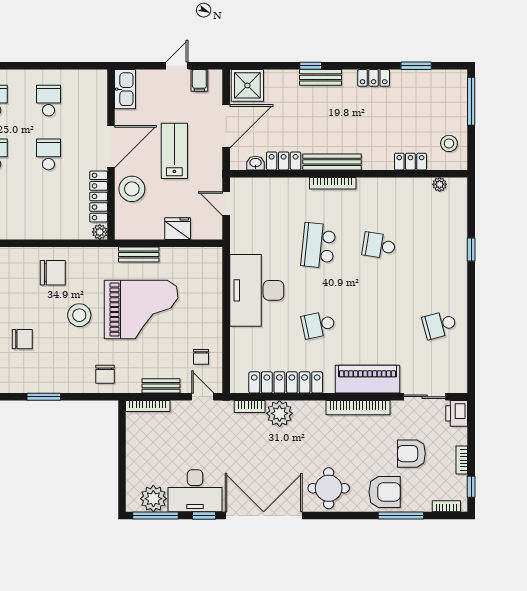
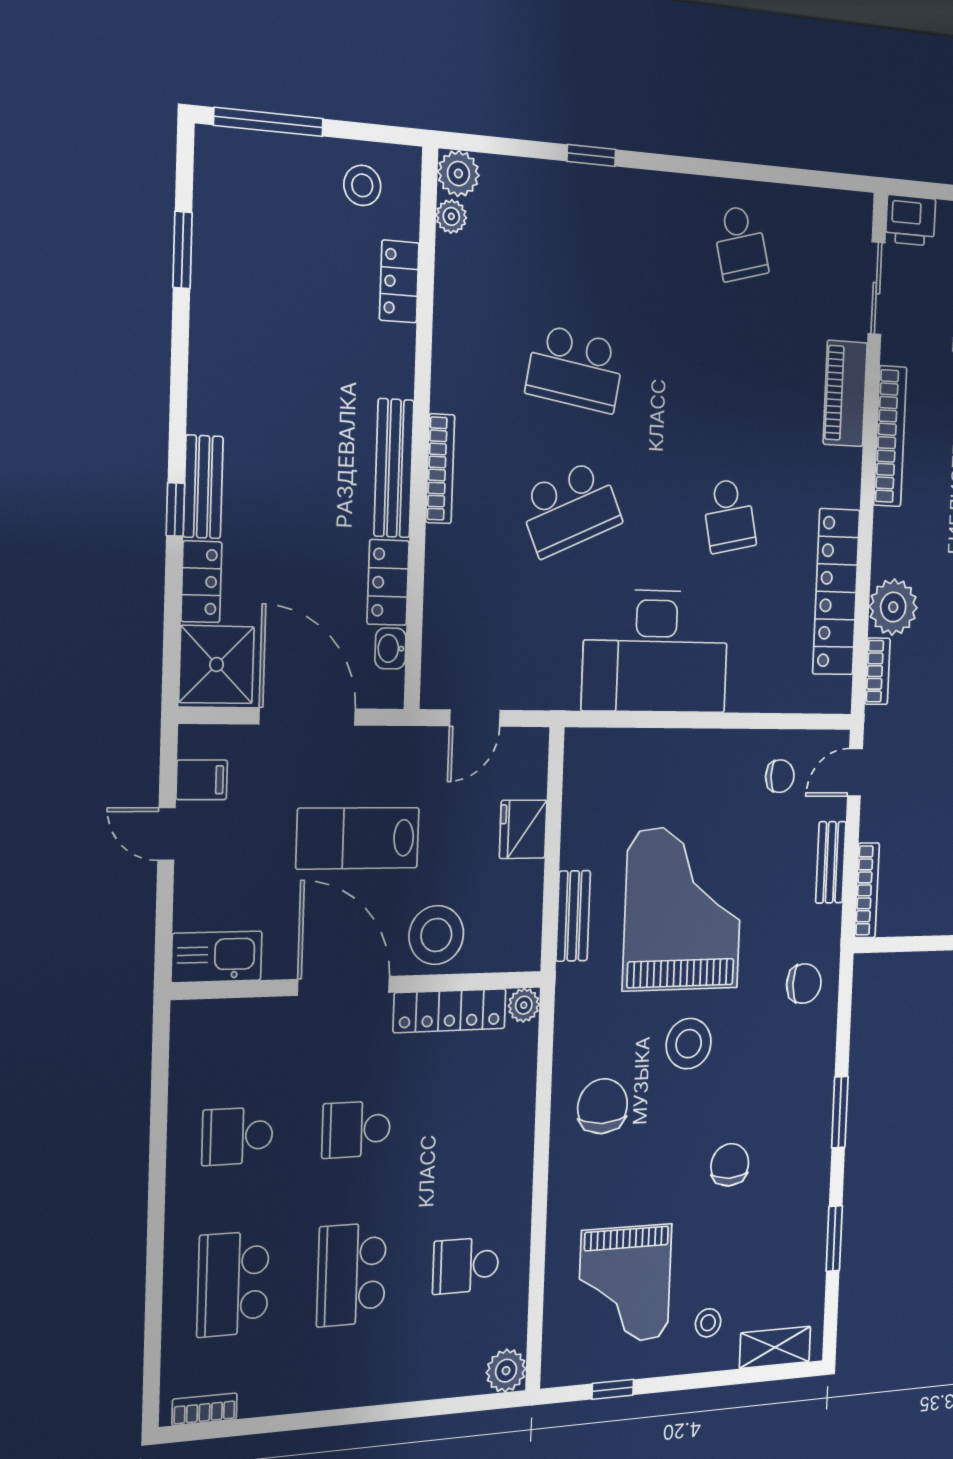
locker: (374, 78) -> (201, 582), moved
plant: (458, 187) -> (458, 174), added
school desk: (318, 246) -> (570, 508), turned -30
school desk: (379, 246) -> (575, 369), width x1.85
piano: (367, 379) -> (845, 393), width x0.73, depth x0.75

